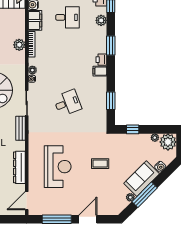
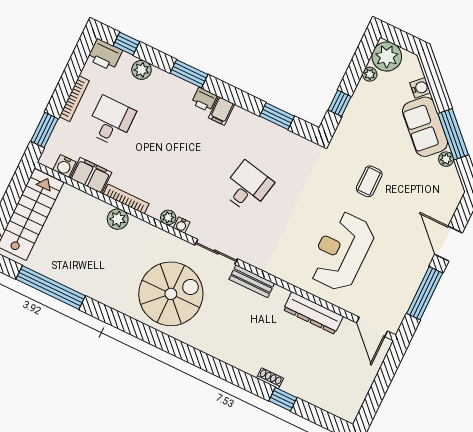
desk: (67, 103) -> (247, 187), turned 33
reception desk: (58, 167) -> (341, 251), turned -90

